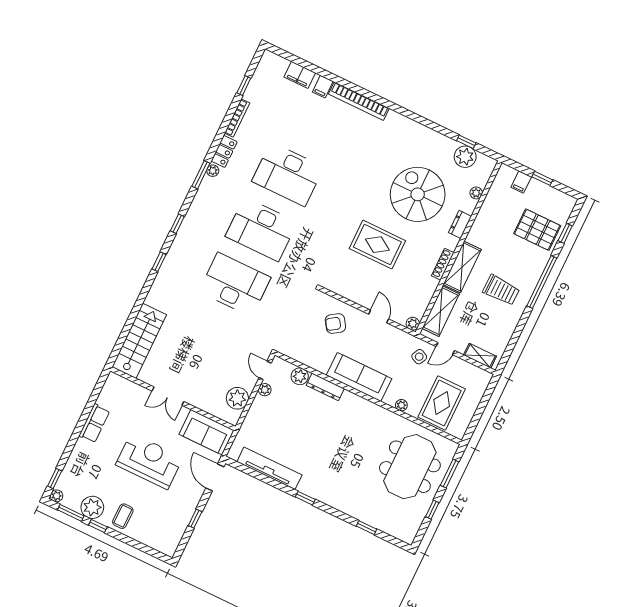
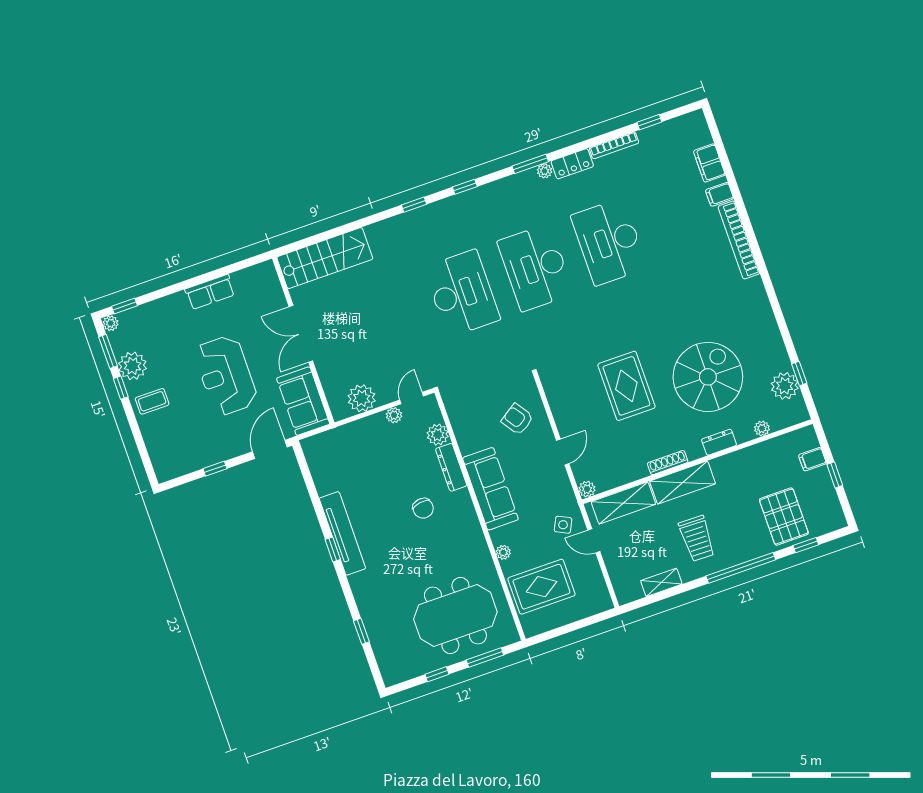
shelving: (480, 356) -> (661, 582), moved, turned 90
double door: (168, 396) -> (301, 334), width x1.37
chair: (332, 425) -> (423, 508), added
reception desk: (149, 461) -> (226, 375), turned 180
tv unit: (269, 468) -> (342, 533), moved

